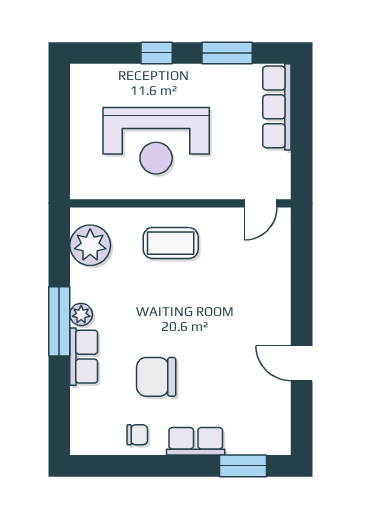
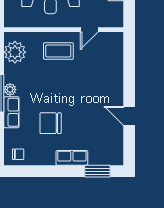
door: (261, 203) -> (89, 30), moved
chair: (137, 435) -> (18, 154), moved

